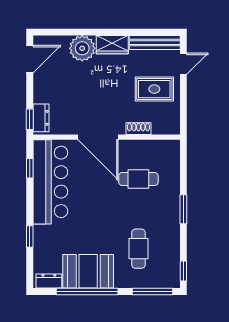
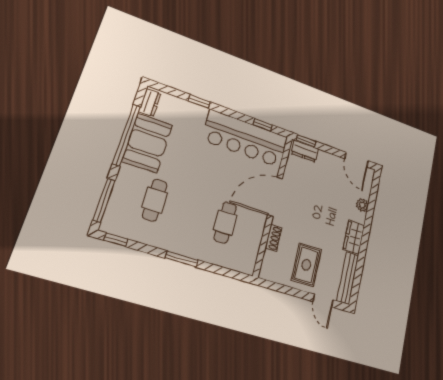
plant: (82, 48) -> (362, 205), width x0.53, depth x0.53
cafe table: (138, 249) -> (155, 200), turned 90

